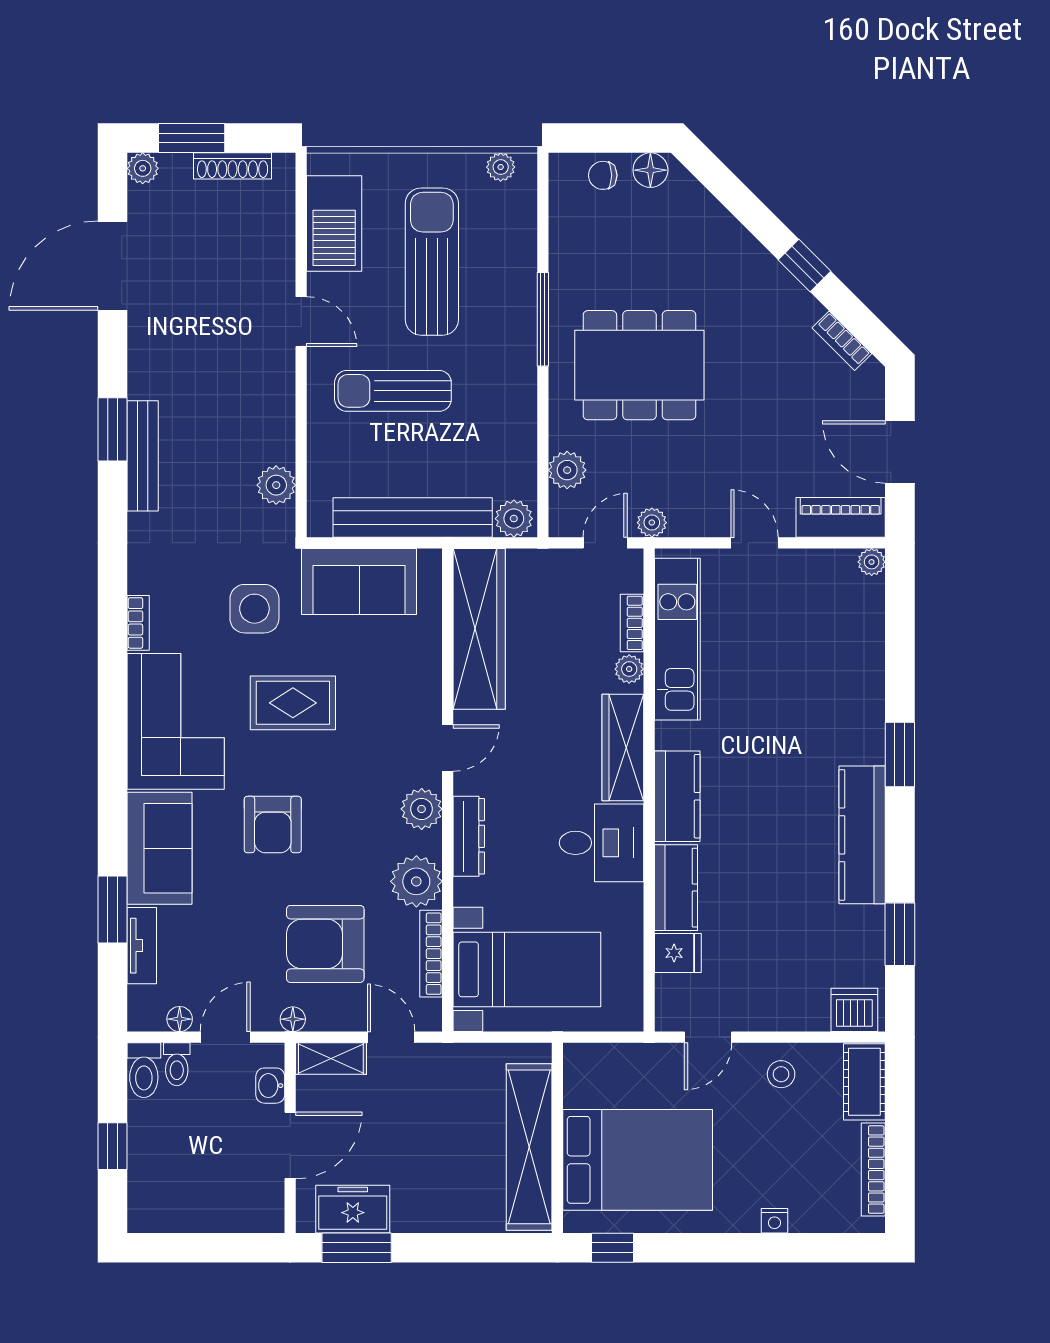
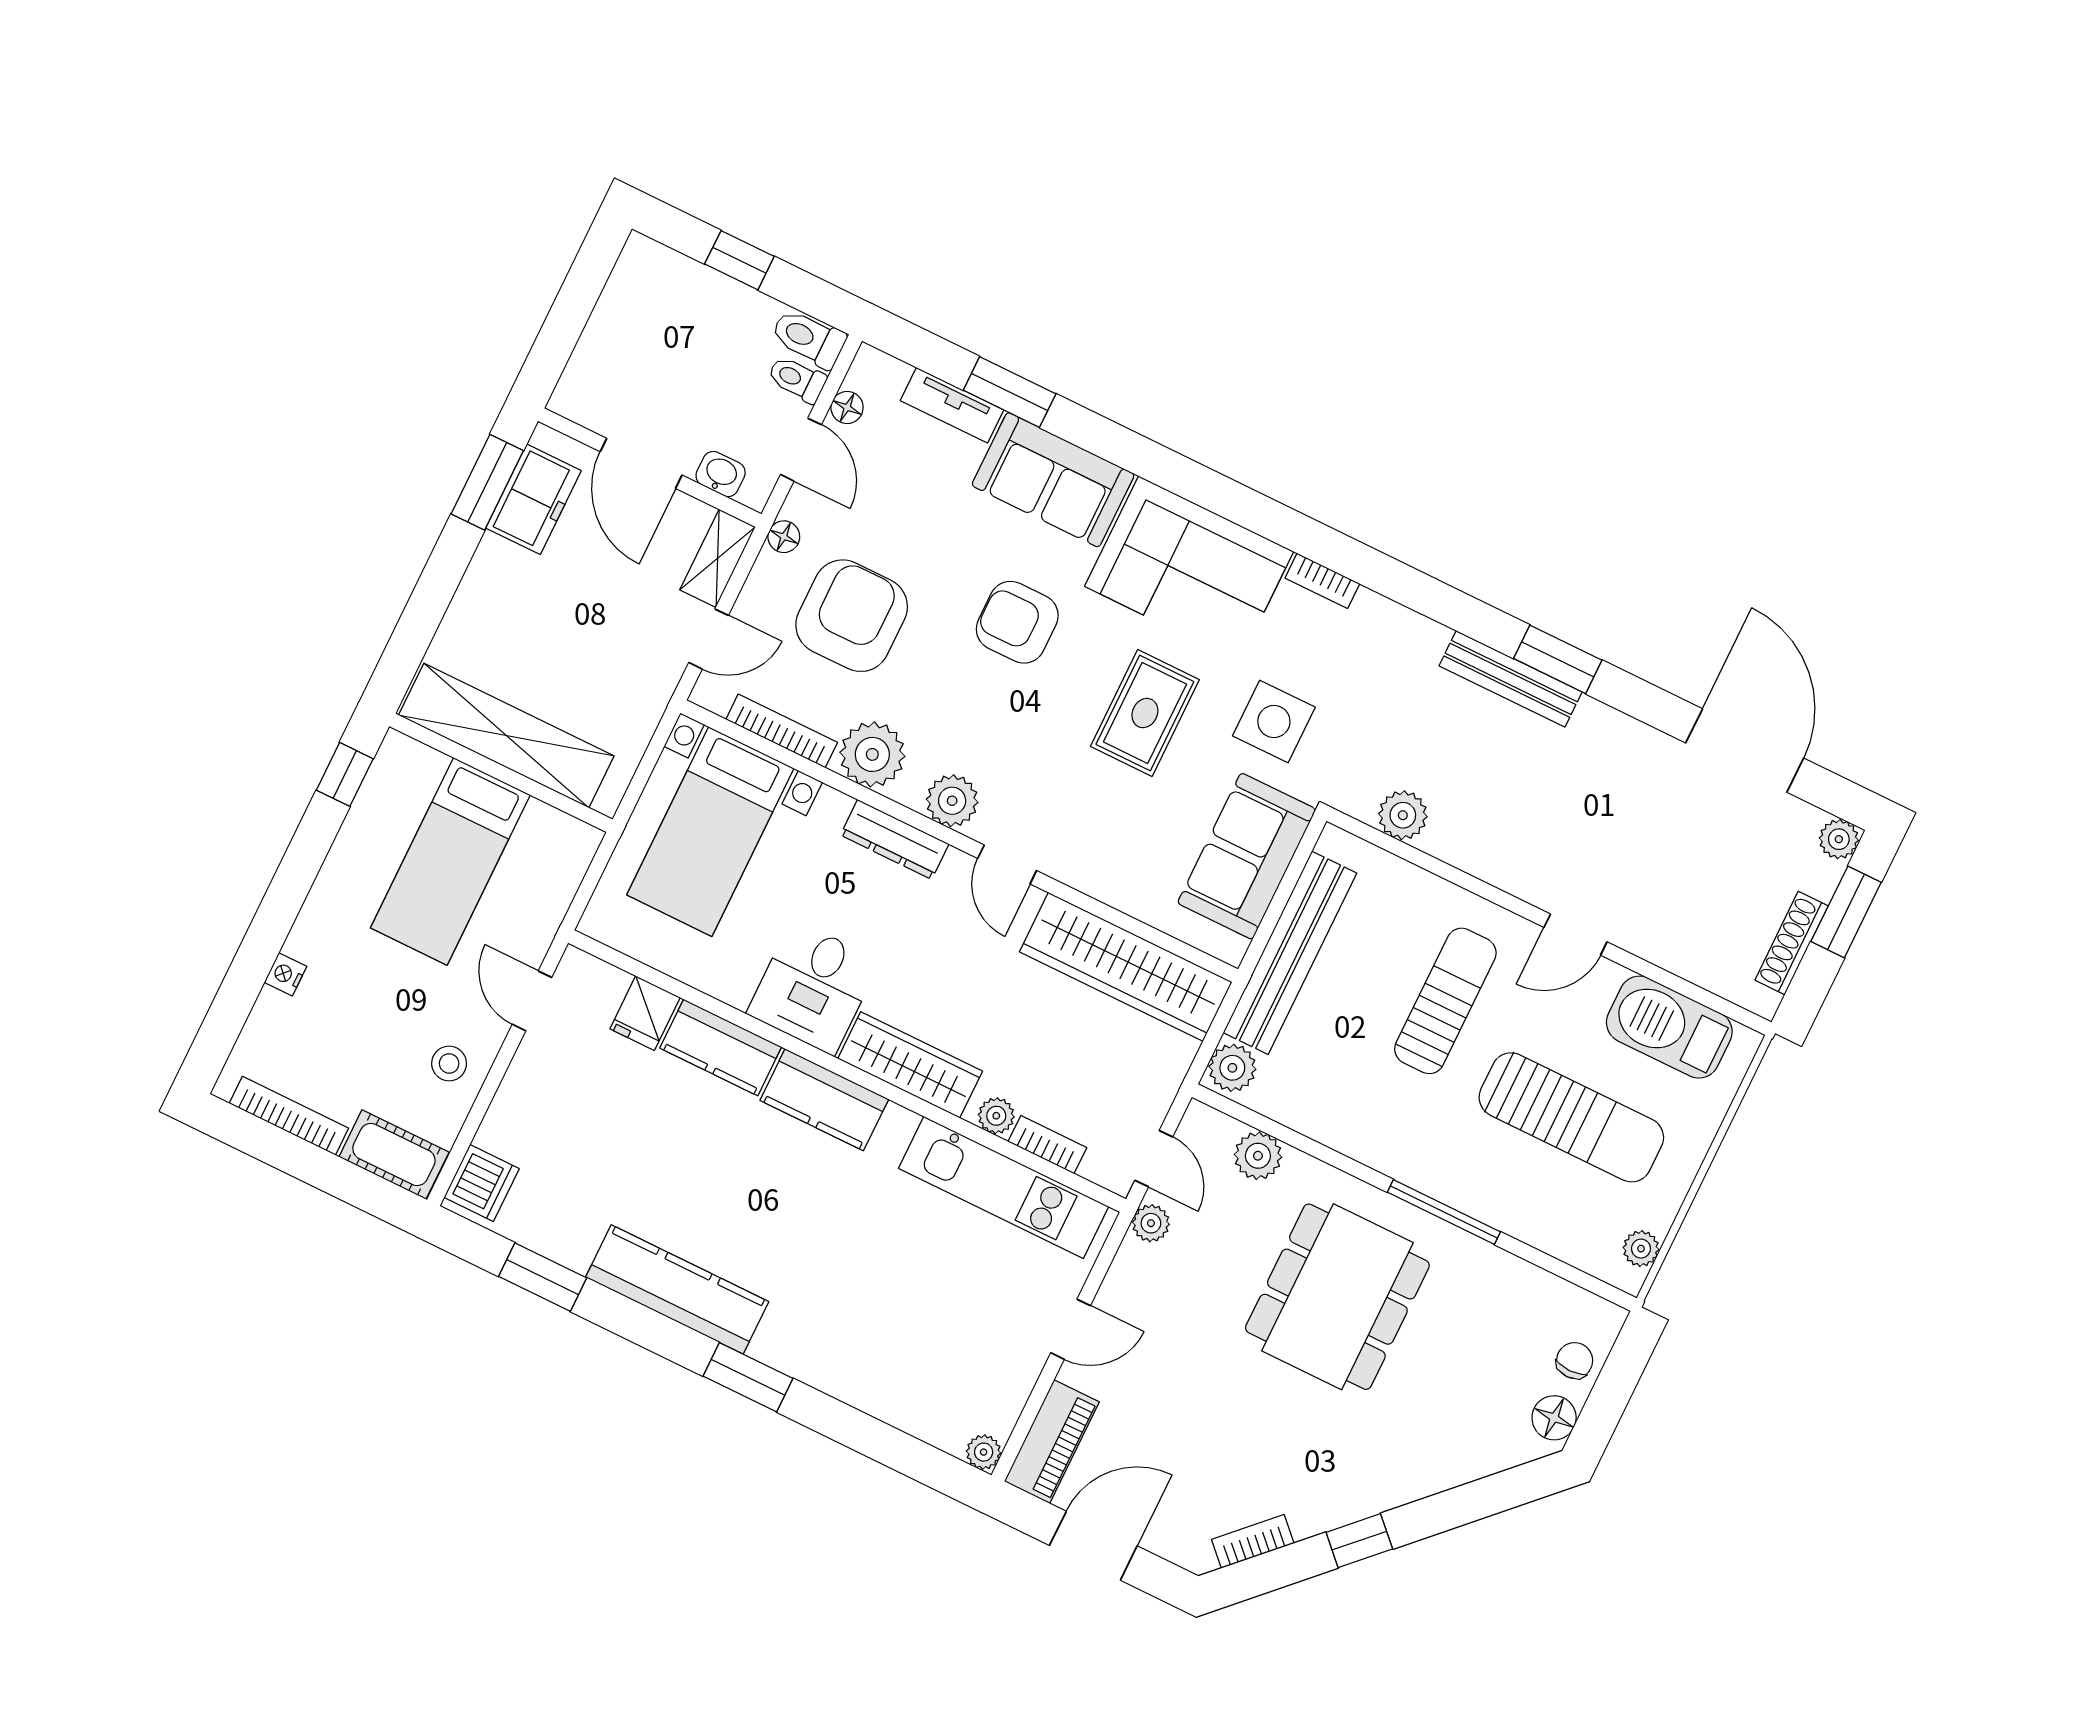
bed: (638, 1160) -> (450, 861), width x0.67

